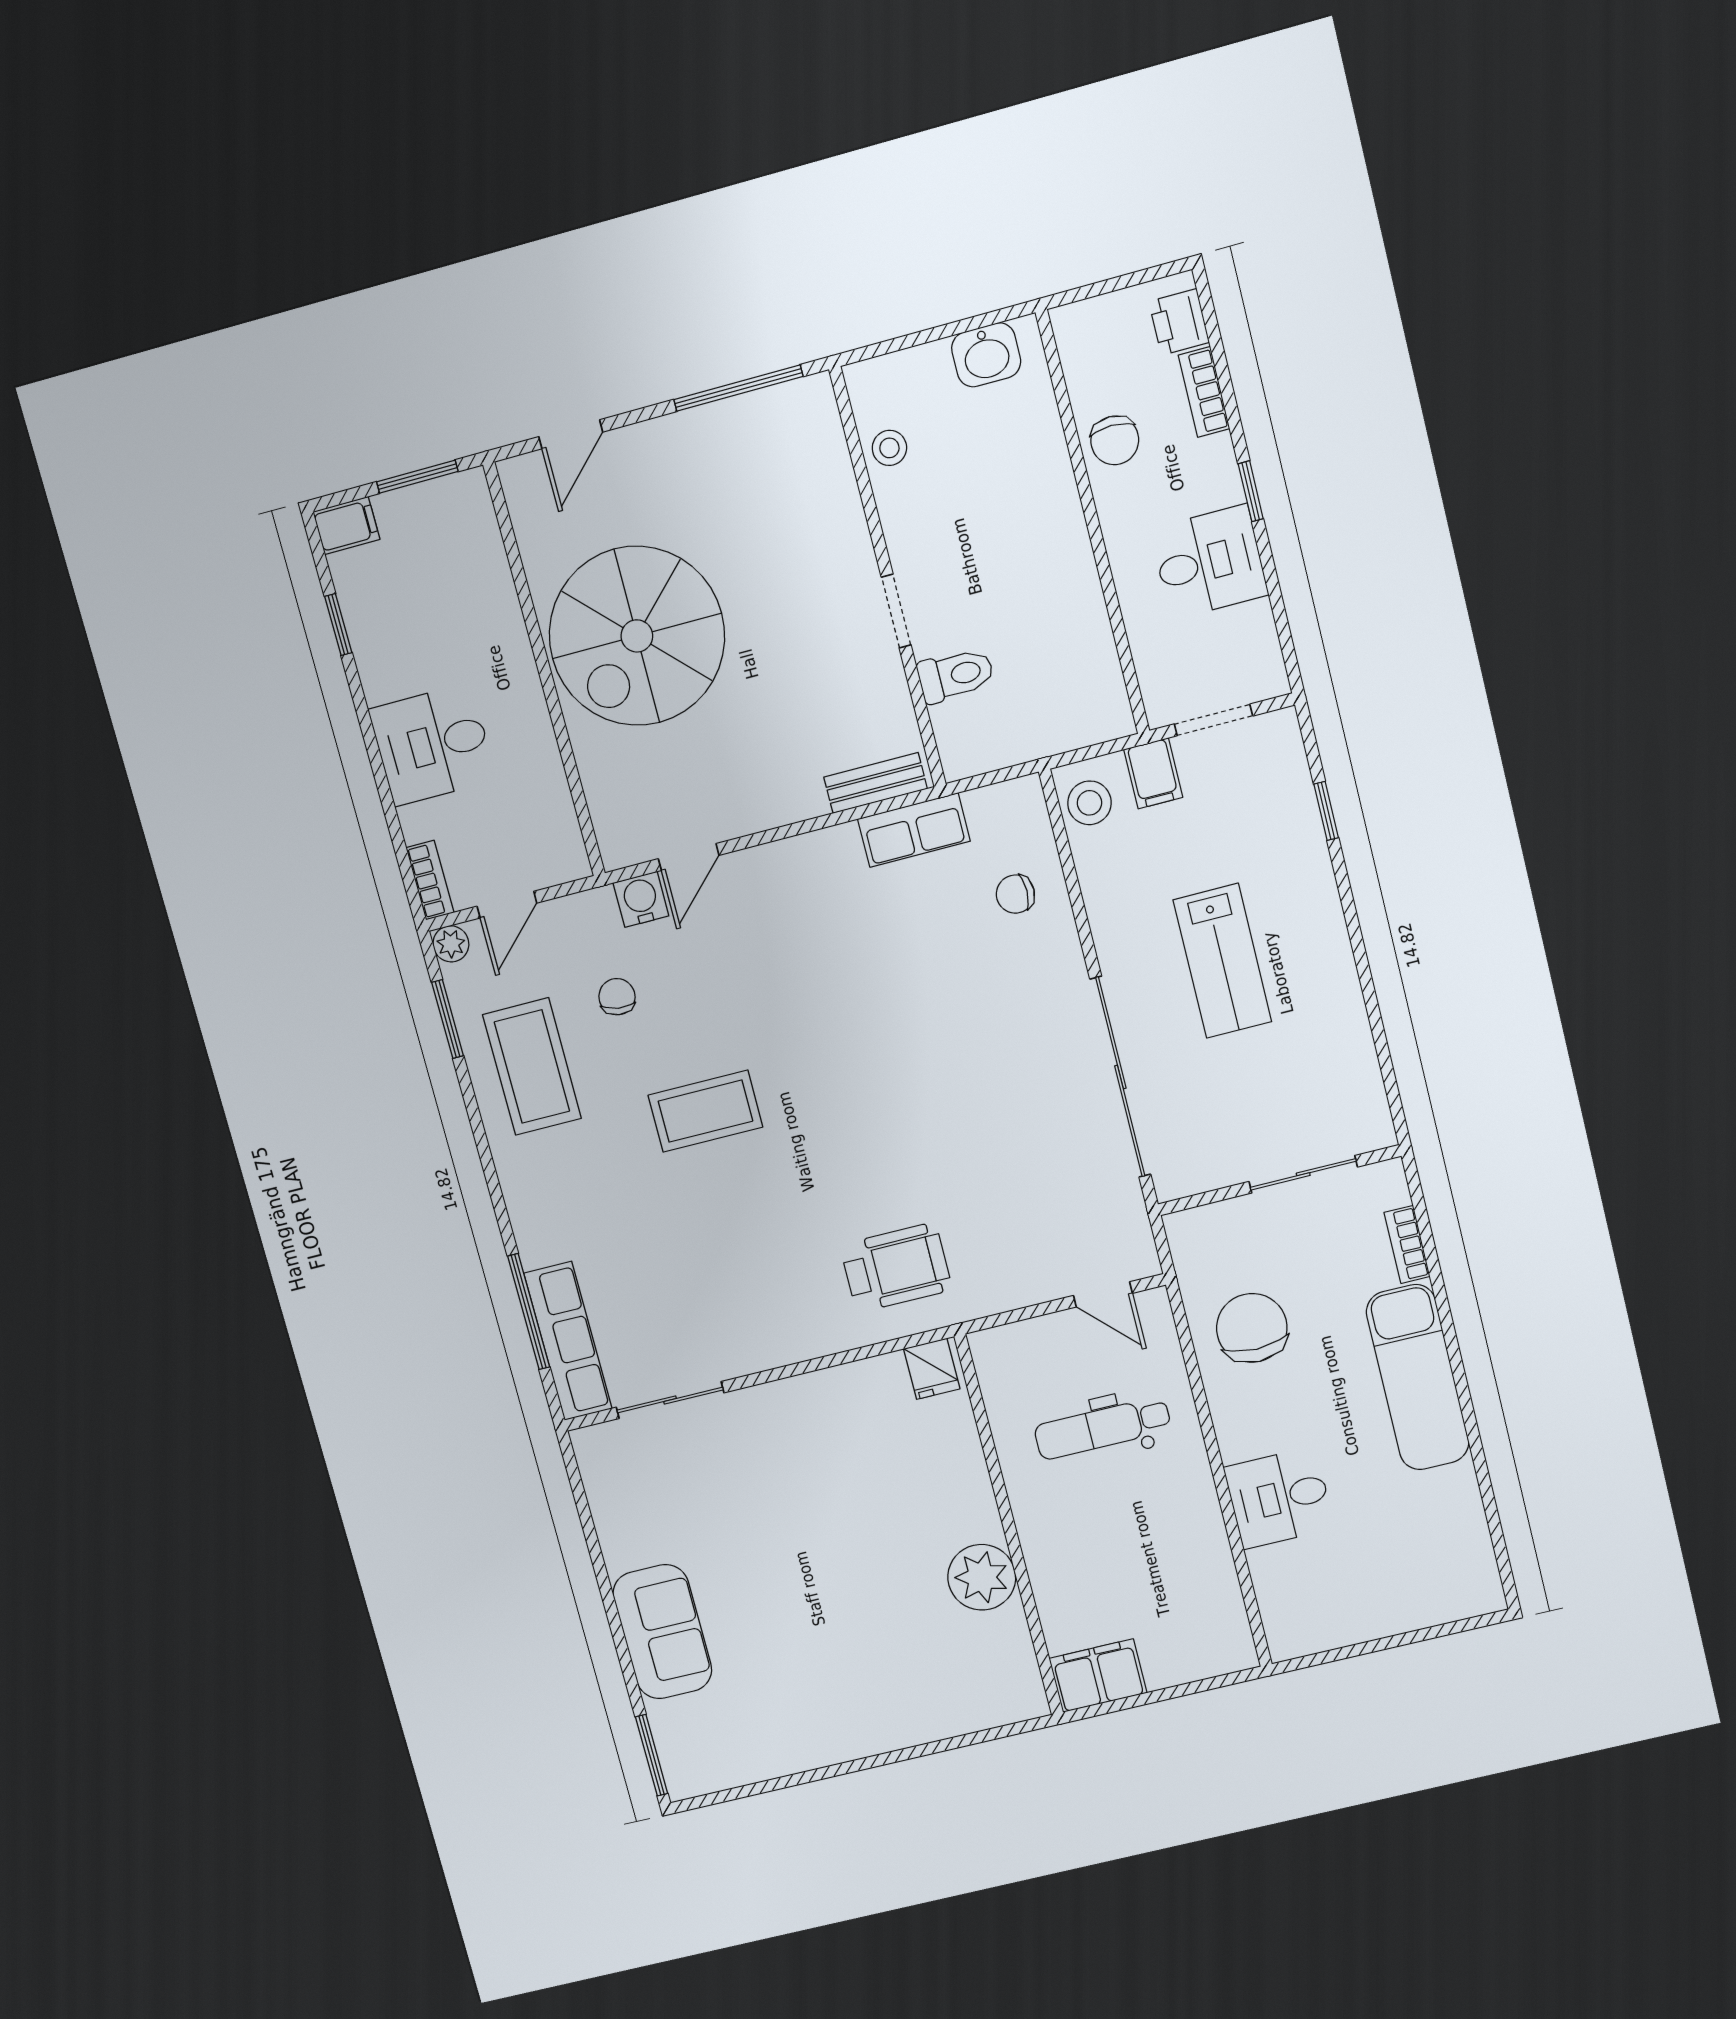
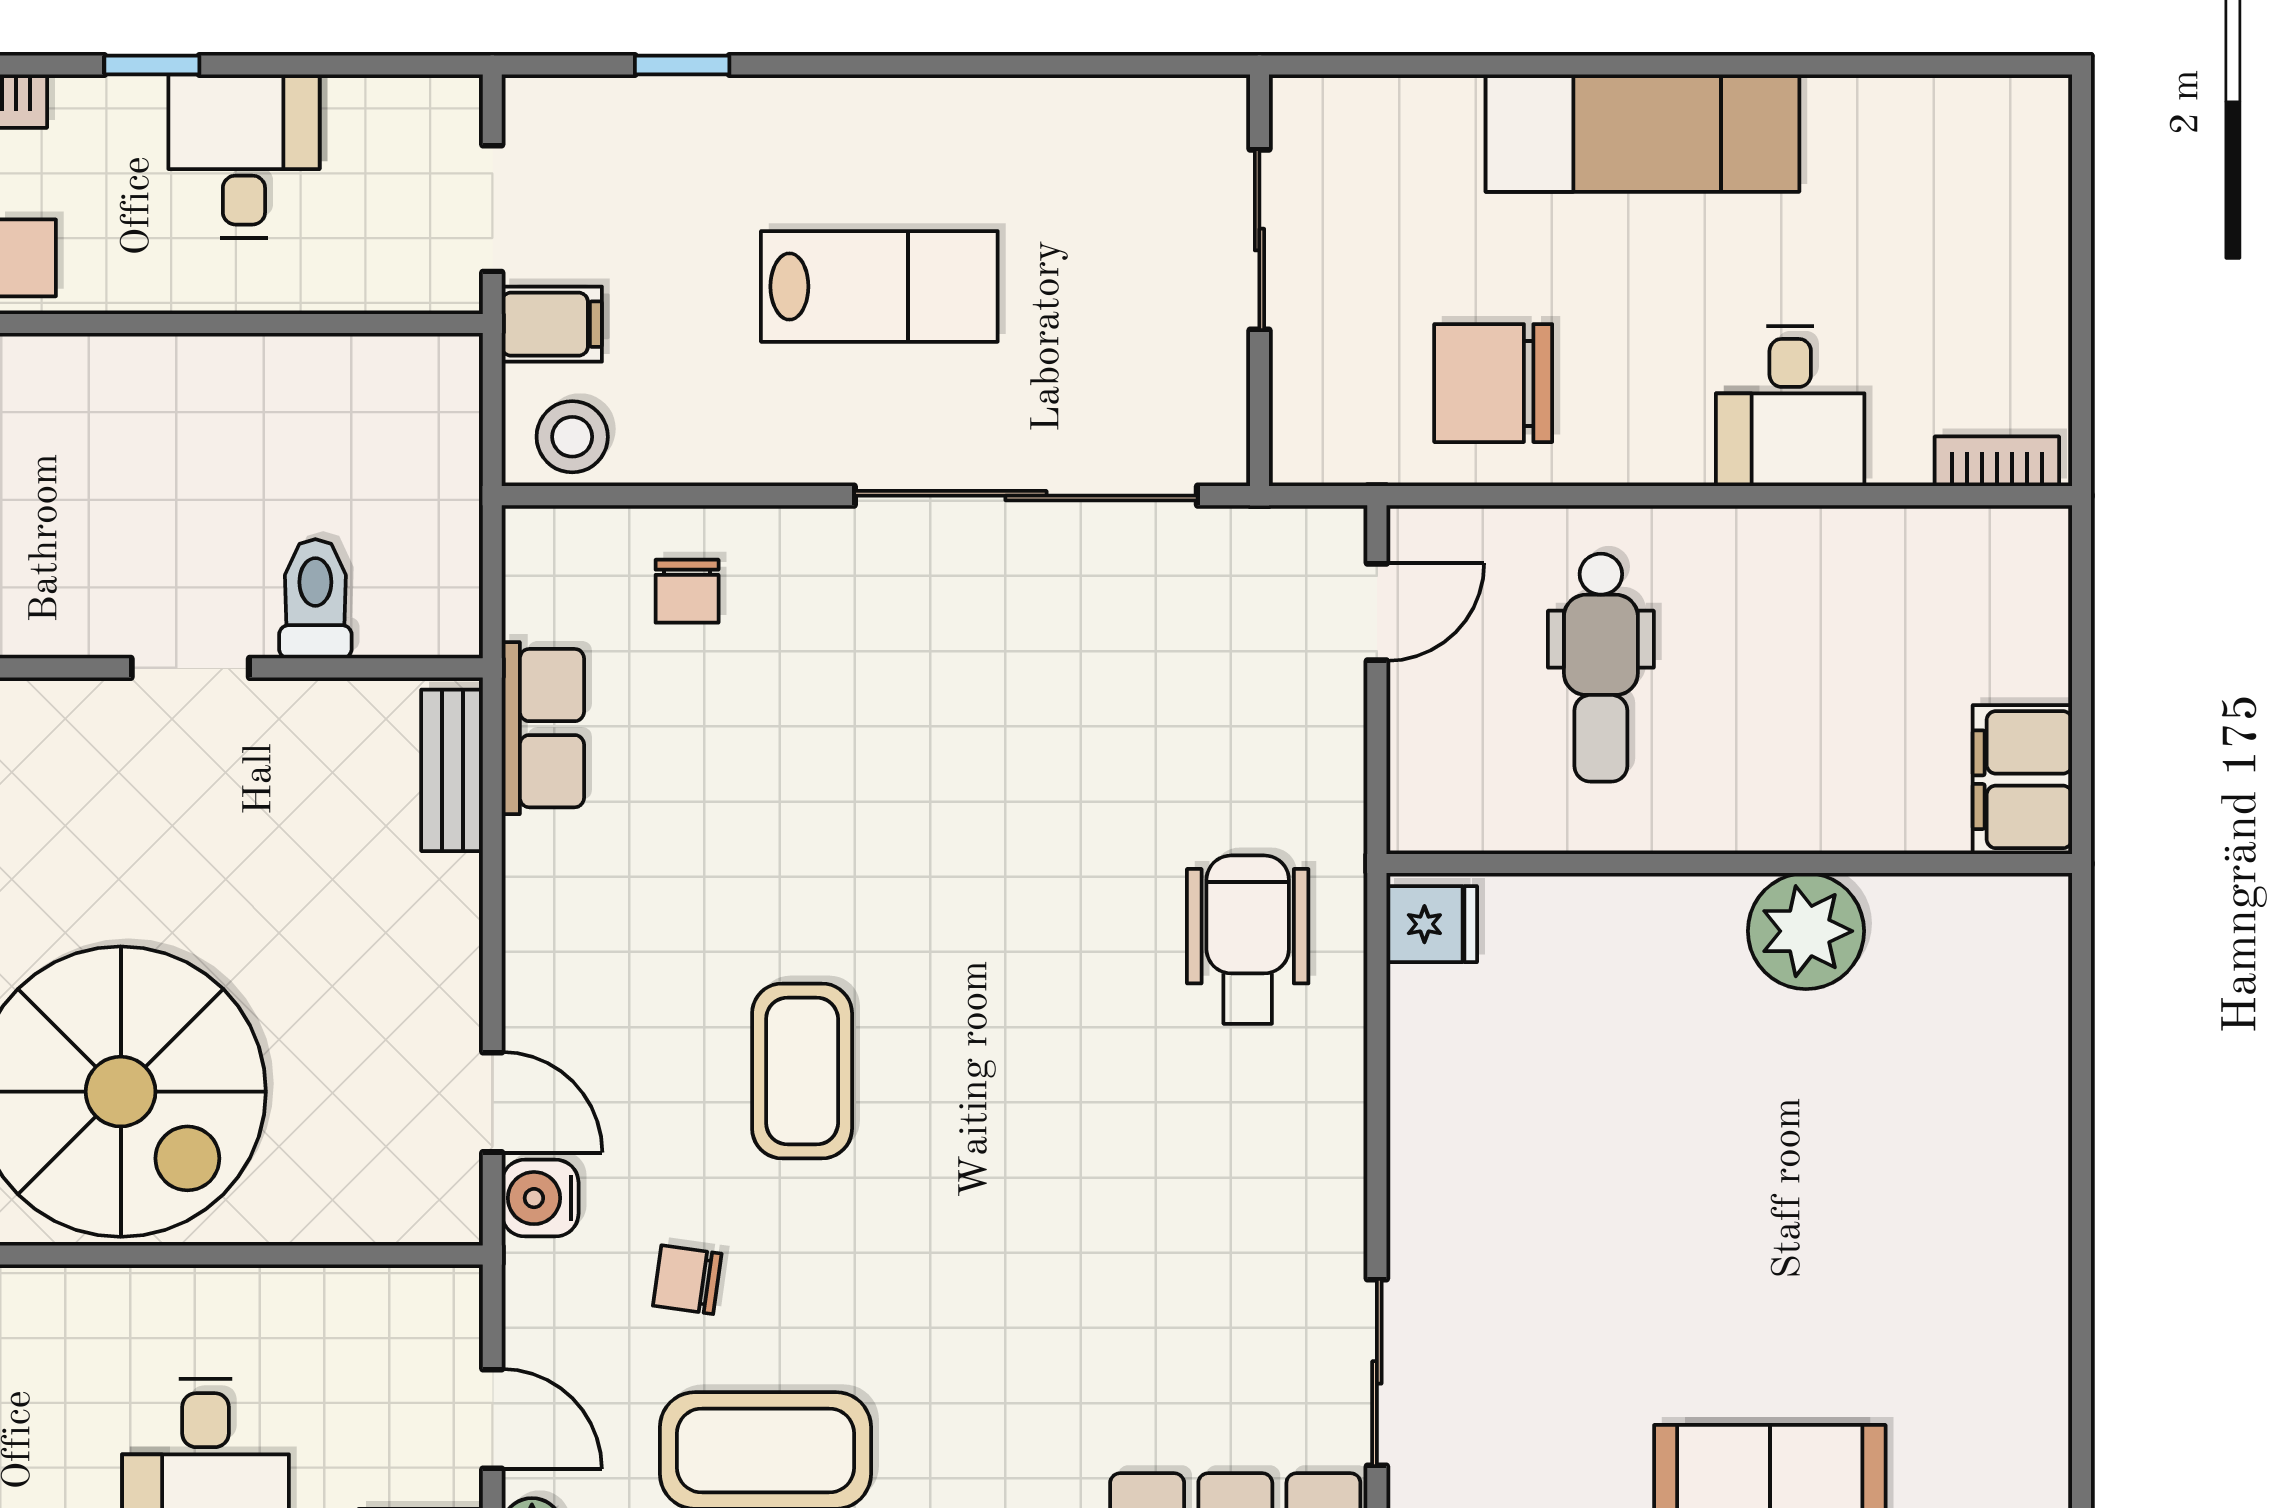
coffee table: (705, 1111) -> (802, 1071), moved
bookcase: (1407, 1245) -> (1997, 461), moved, turned 180

